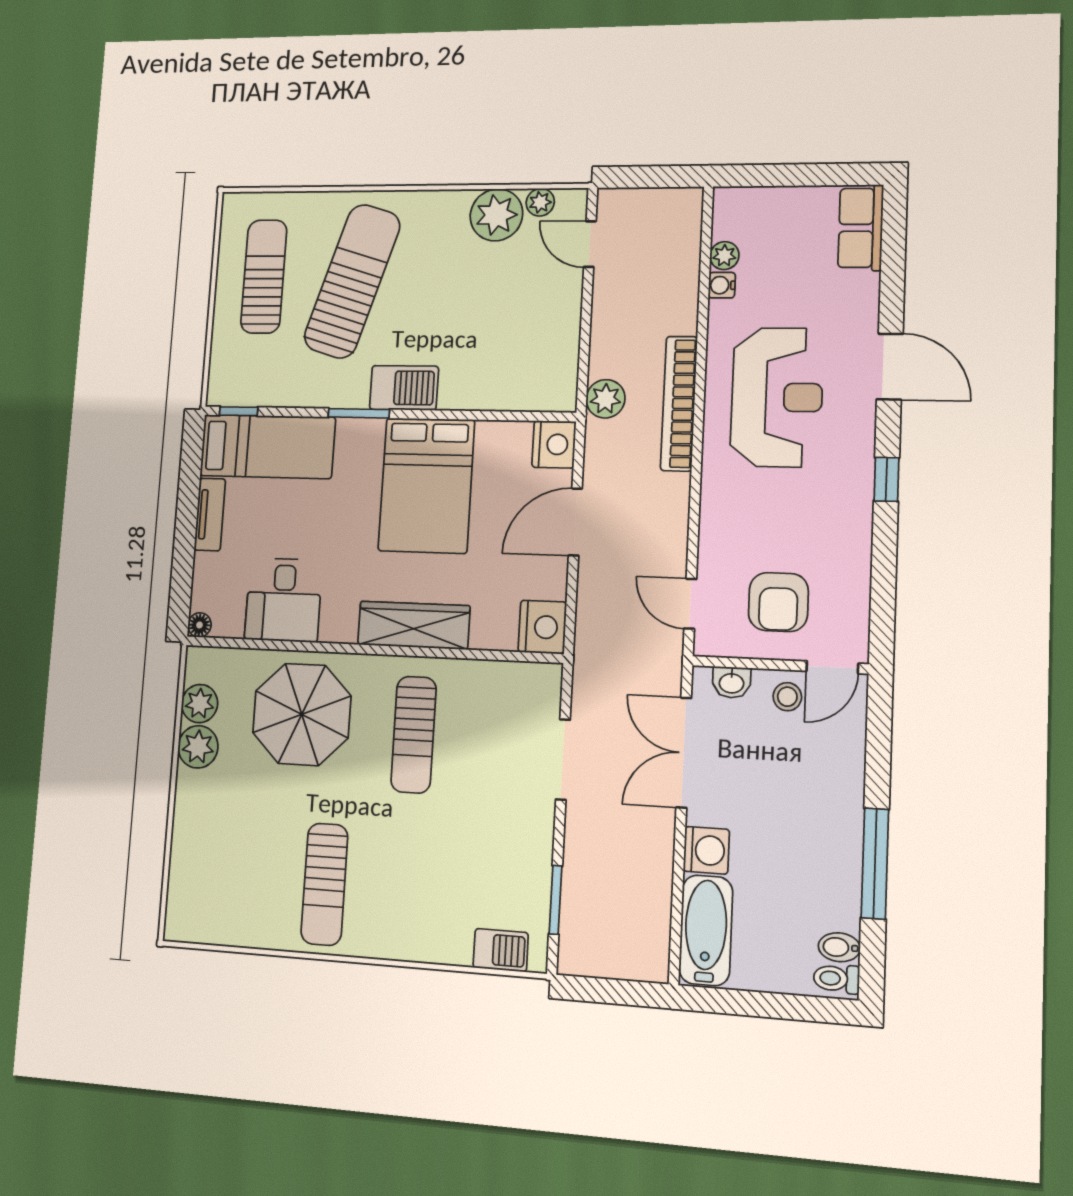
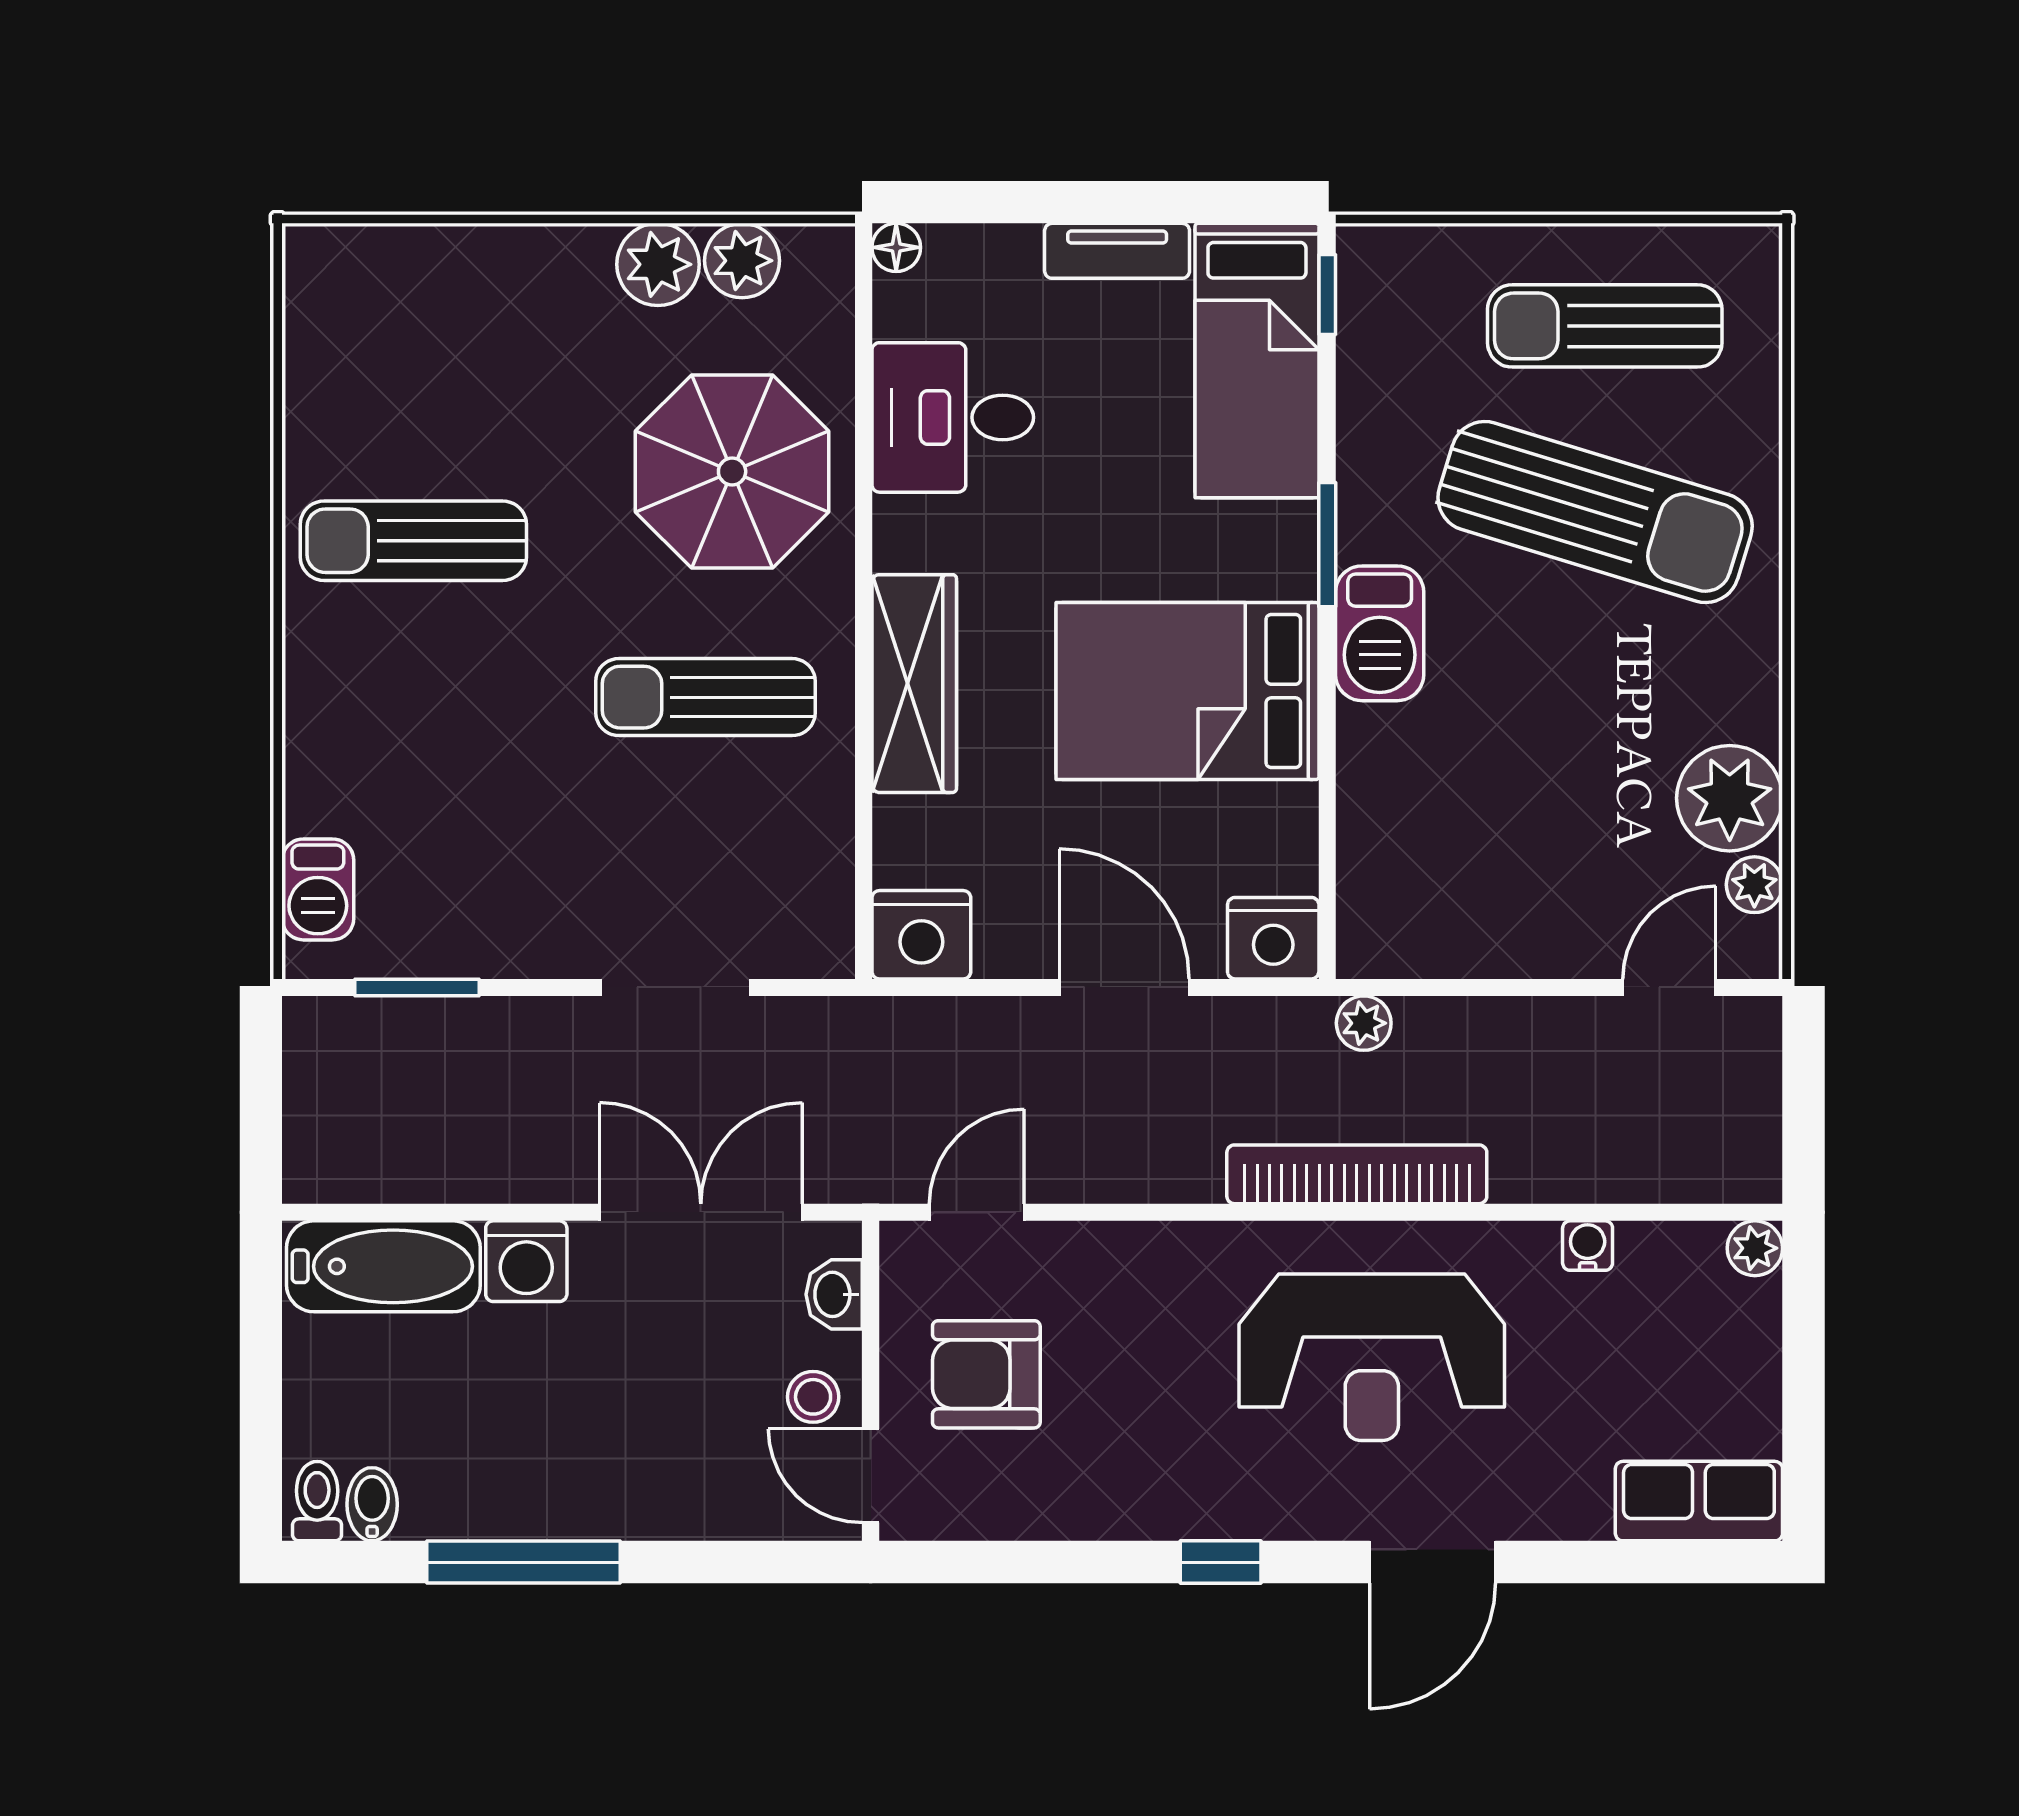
plant: (724, 256) -> (1755, 1248), moved
sun lounger: (264, 276) -> (1605, 326), turned 180
plant: (605, 399) -> (1364, 1023), width x0.73, depth x0.73

